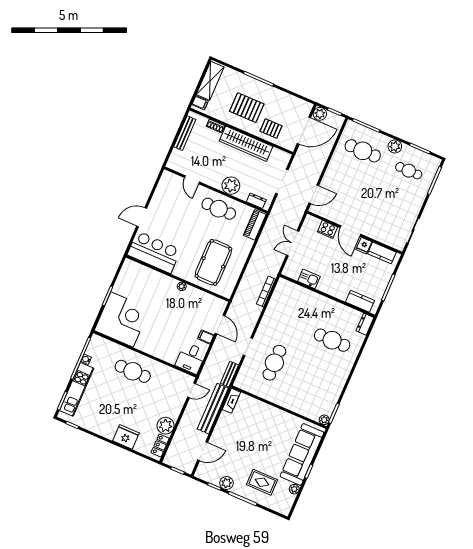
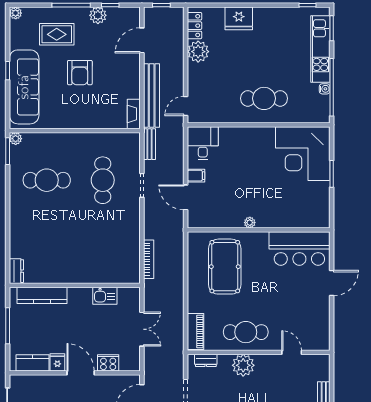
kitchen counter: (360, 301) -> (42, 295), width x1.50
cafe table: (332, 340) -> (47, 180), moved
armchair: (257, 447) -> (80, 73), added
plant: (294, 489) -> (16, 13), moved

